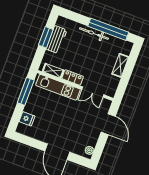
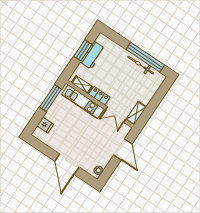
bicycle: (94, 33) -> (141, 65), moved
shelving: (120, 65) -> (136, 113), moved

